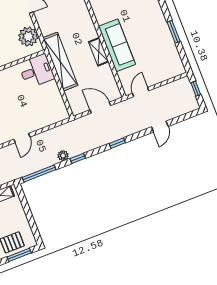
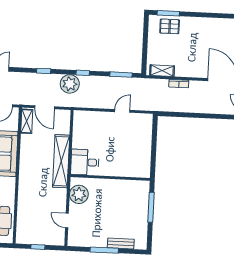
shelving: (99, 52) -> (27, 121), moved
plant: (63, 156) -> (70, 84), moved, width x1.88, depth x1.88
window: (39, 173) -> (121, 75), width x0.69

